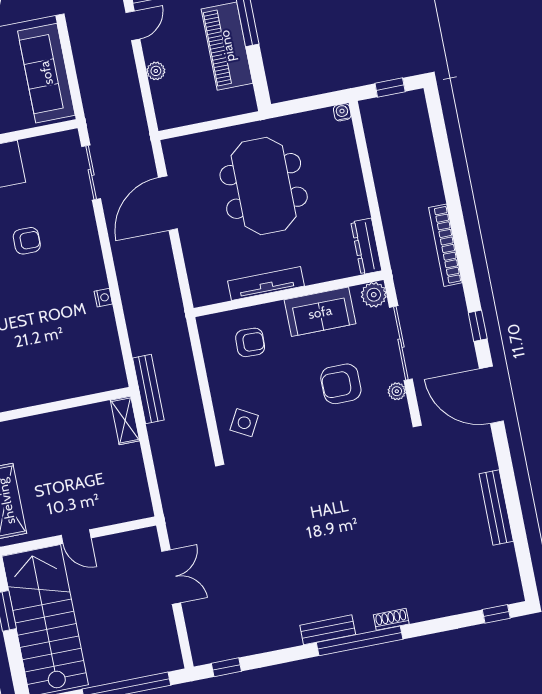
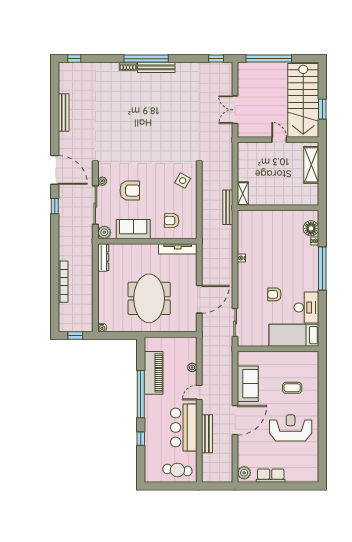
sofa: (46, 73) -> (248, 384), width x0.73
bookcase: (445, 245) -> (63, 282), moved
tv unit: (266, 283) -> (178, 249), moved
bench: (328, 630) -> (156, 67), width x1.36

